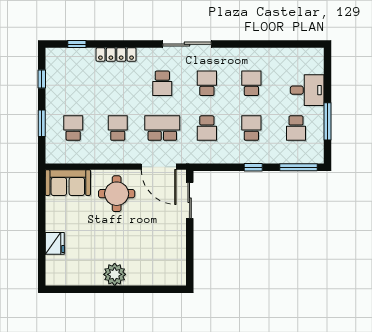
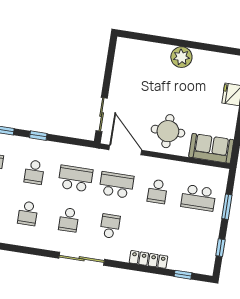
school desk: (73, 128) -> (198, 198), width x1.85
school desk: (162, 128) -> (116, 185), turned 180
school desk: (207, 128) -> (75, 179), width x1.85

